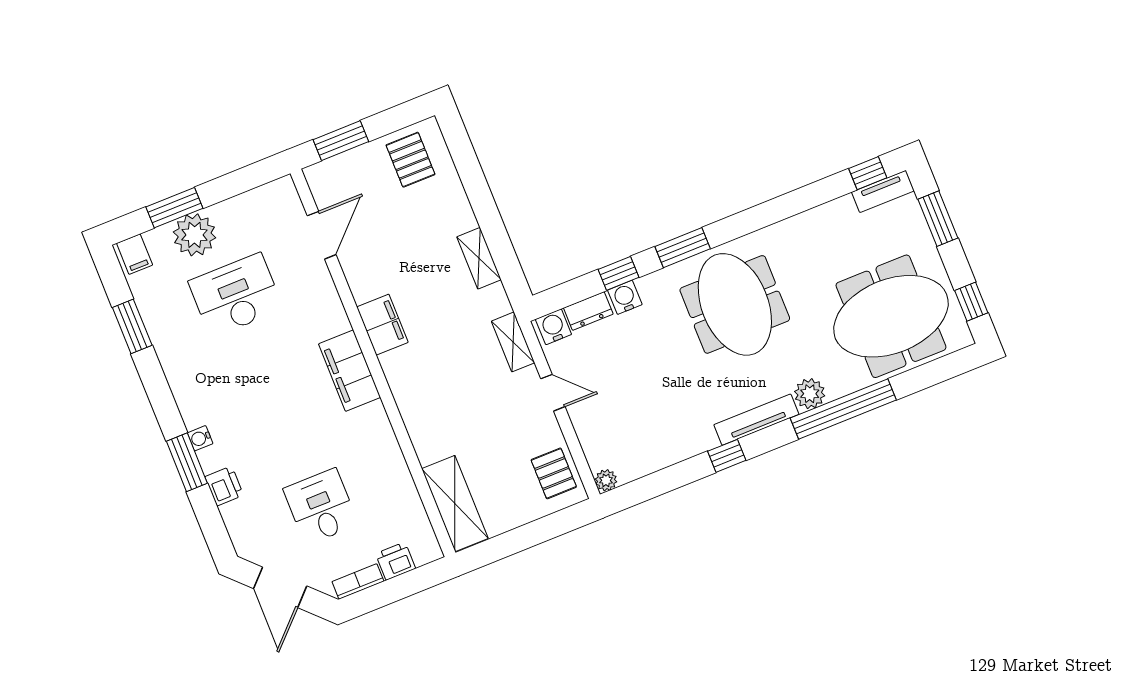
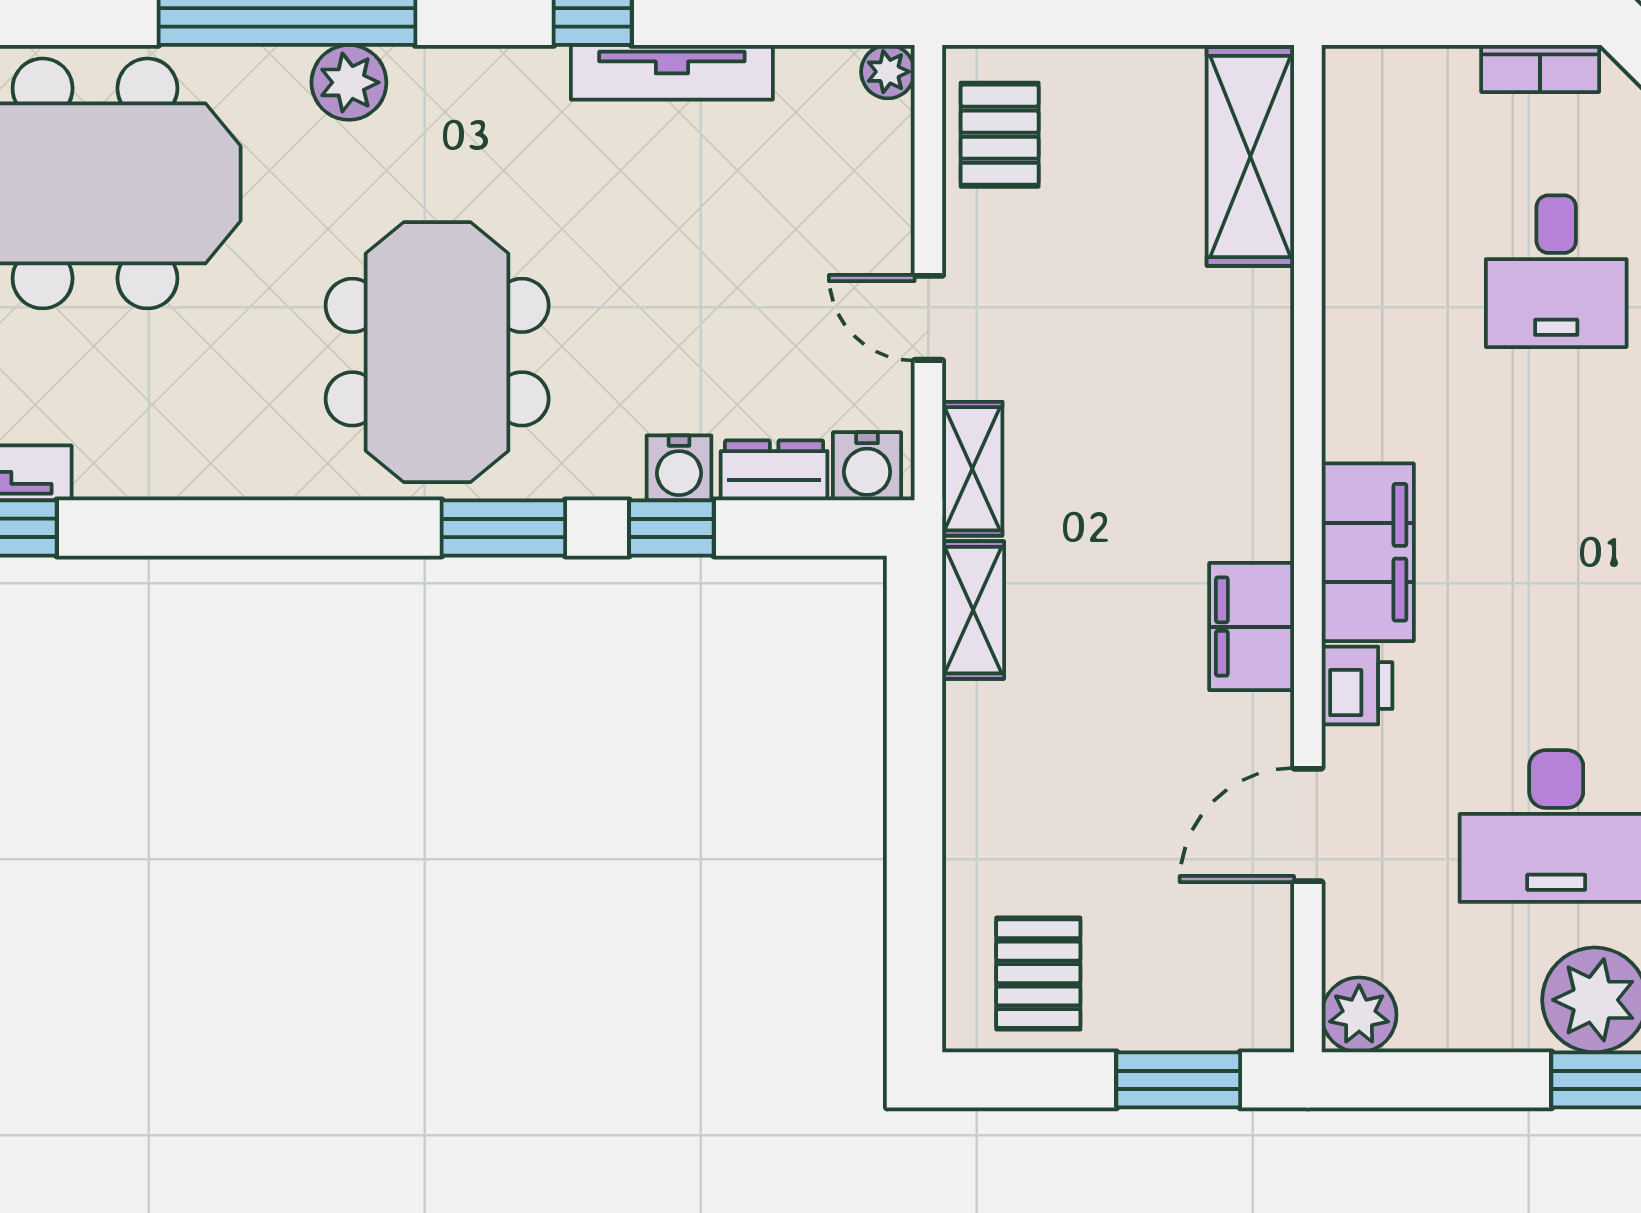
plant: (282, 193) -> (1359, 1015), added
door: (322, 235) -> (1308, 825), moved
shelving: (479, 258) -> (973, 610), moved
tv unit: (756, 420) -> (672, 72), moved
printer: (396, 561) -> (1357, 686), moved, turned -90

